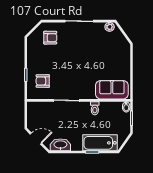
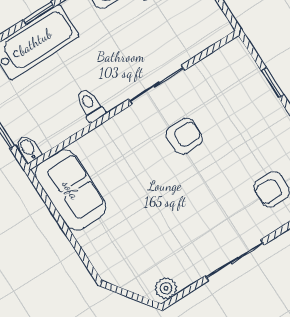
armchair: (43, 81) -> (184, 136), moved
sofa: (112, 90) -> (71, 190), moved, turned -90

